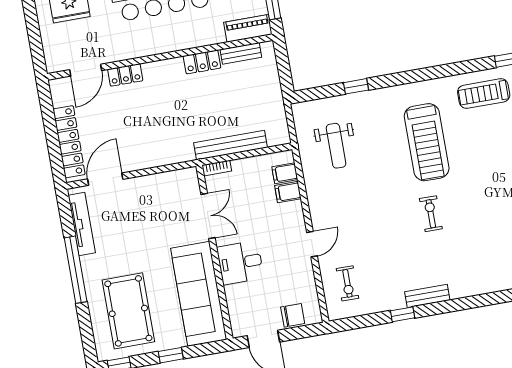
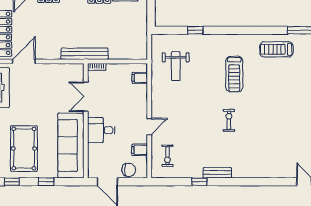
treadmill: (427, 142) -> (234, 74), width x0.73, depth x0.73
bench: (230, 145) -> (85, 54), moved
filing cabinet: (288, 192) -> (140, 150), moved
double door: (208, 216) -> (86, 97), swing flipped

